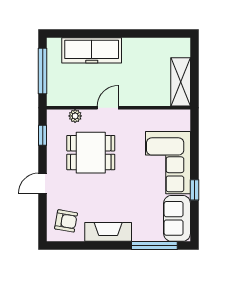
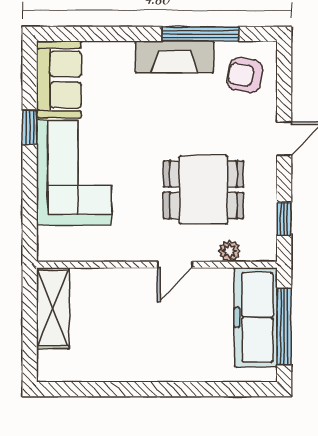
freezer: (92, 50) -> (256, 317), moved, turned -90
window: (154, 246) -> (200, 34), moved

